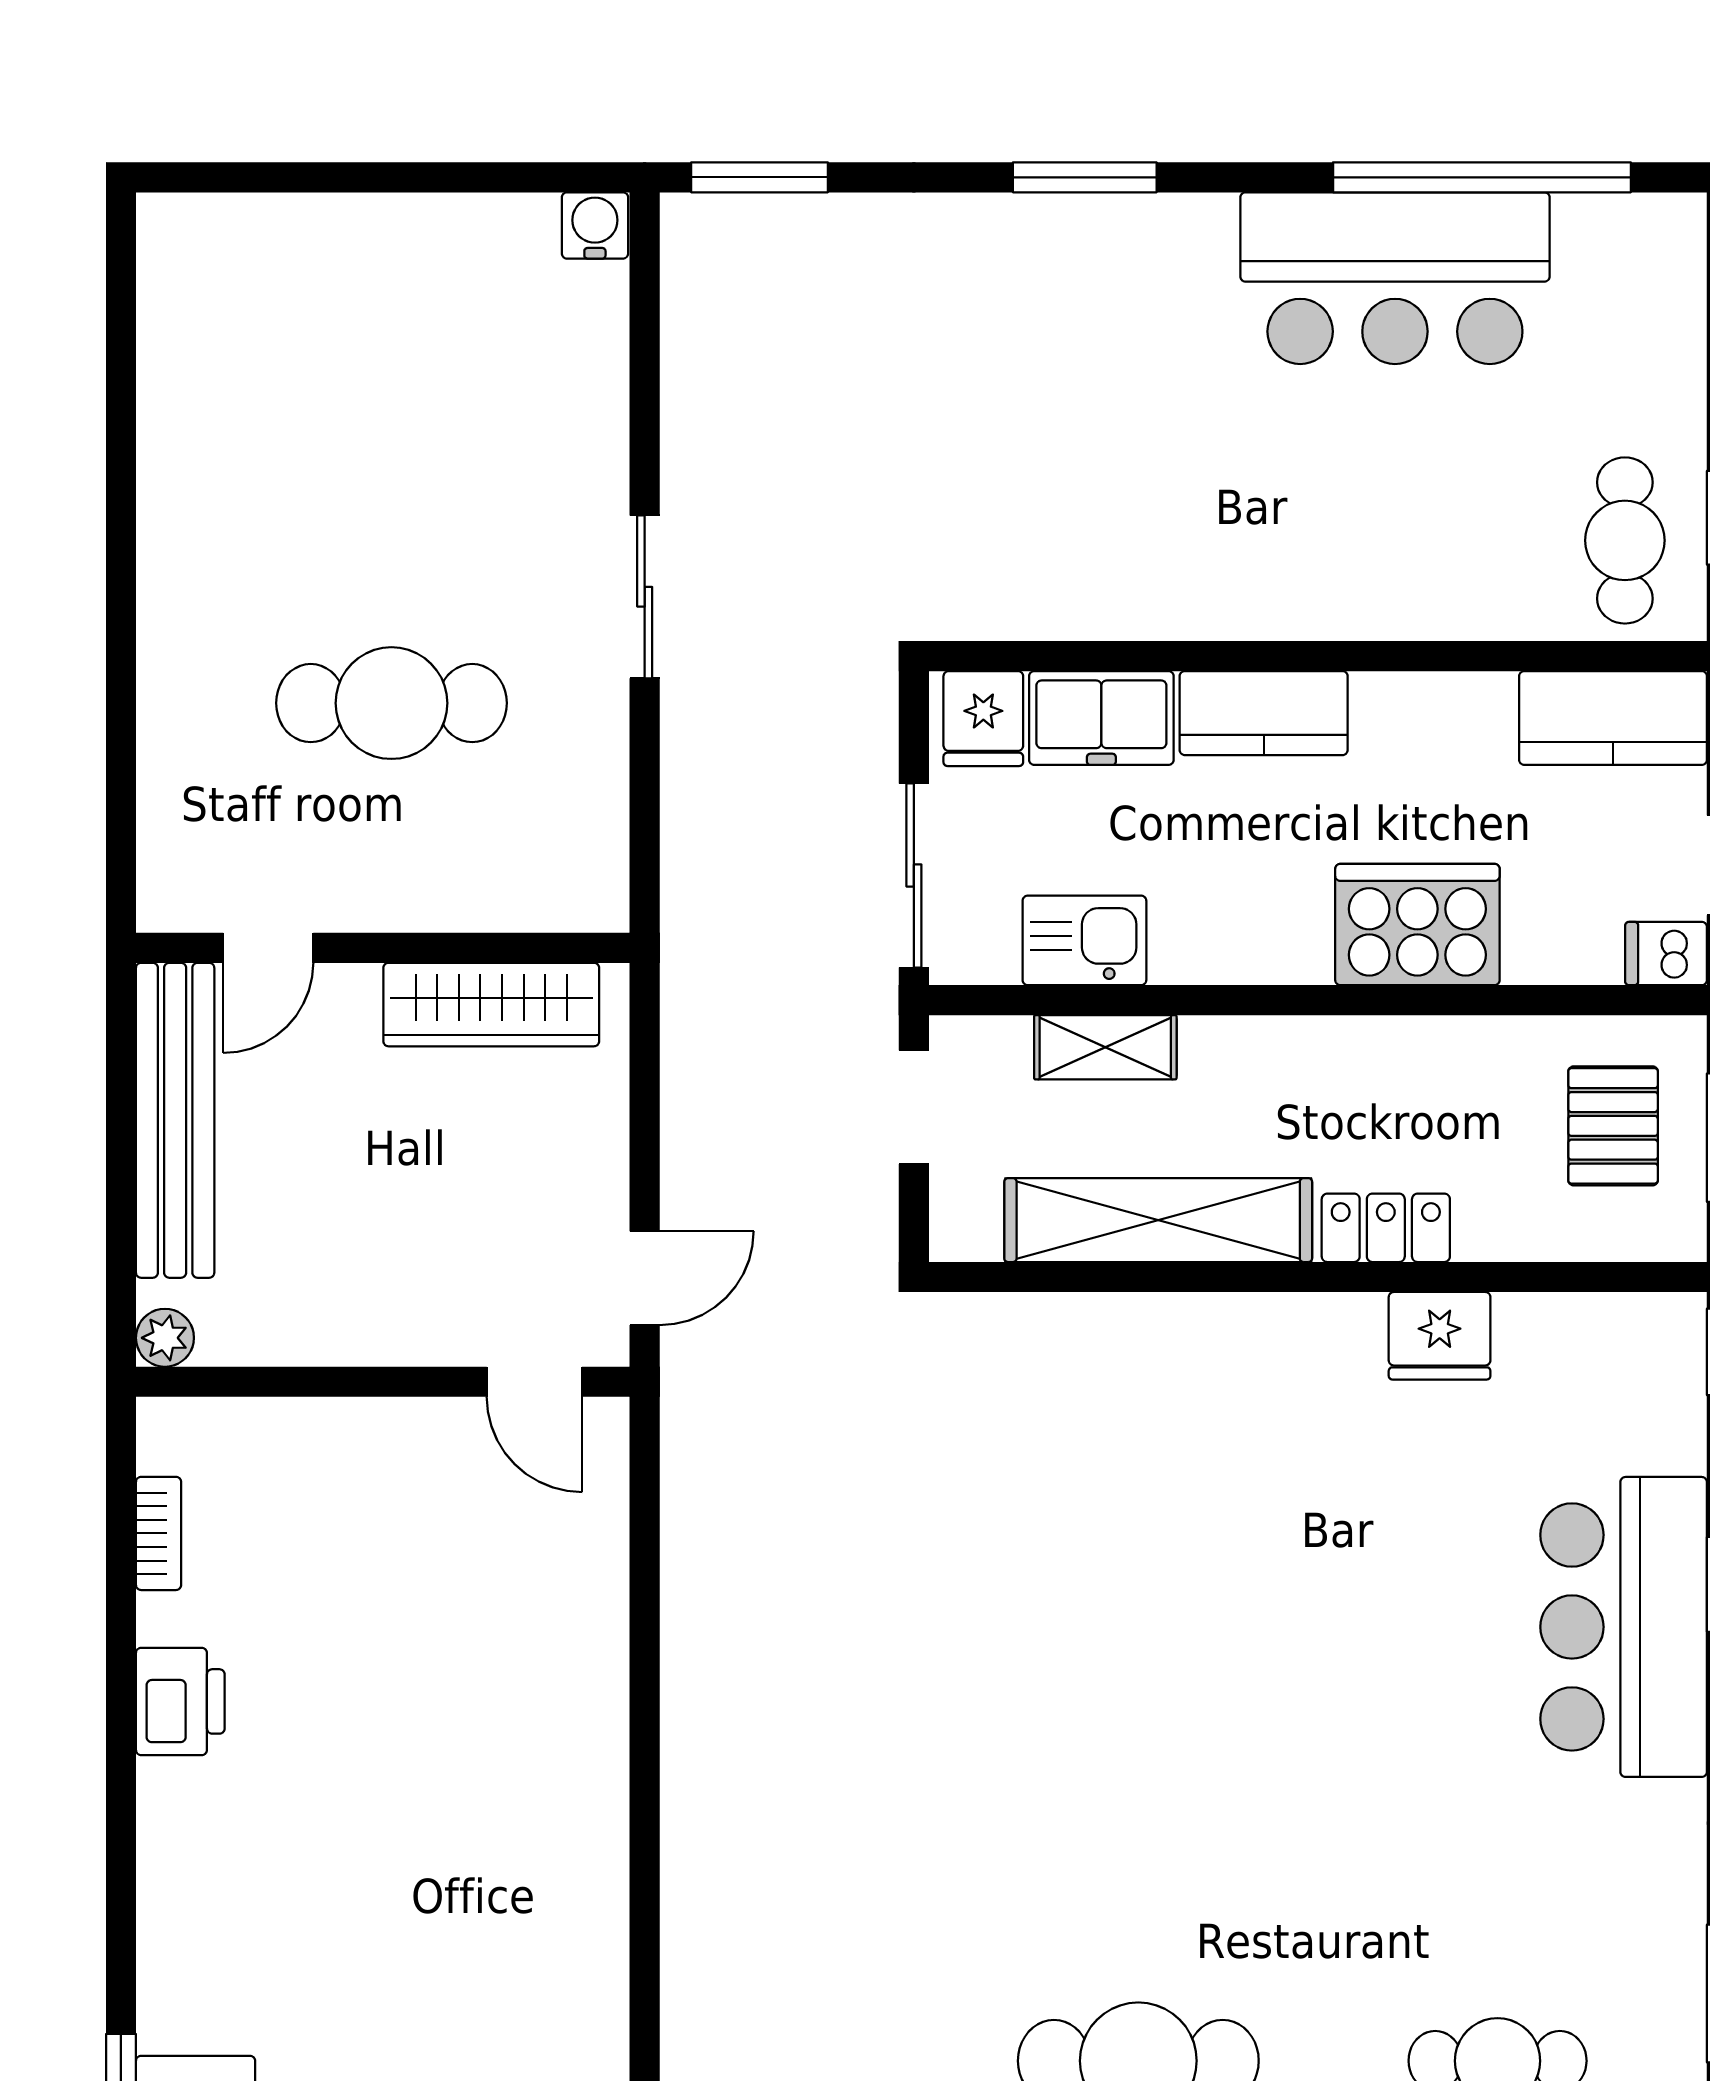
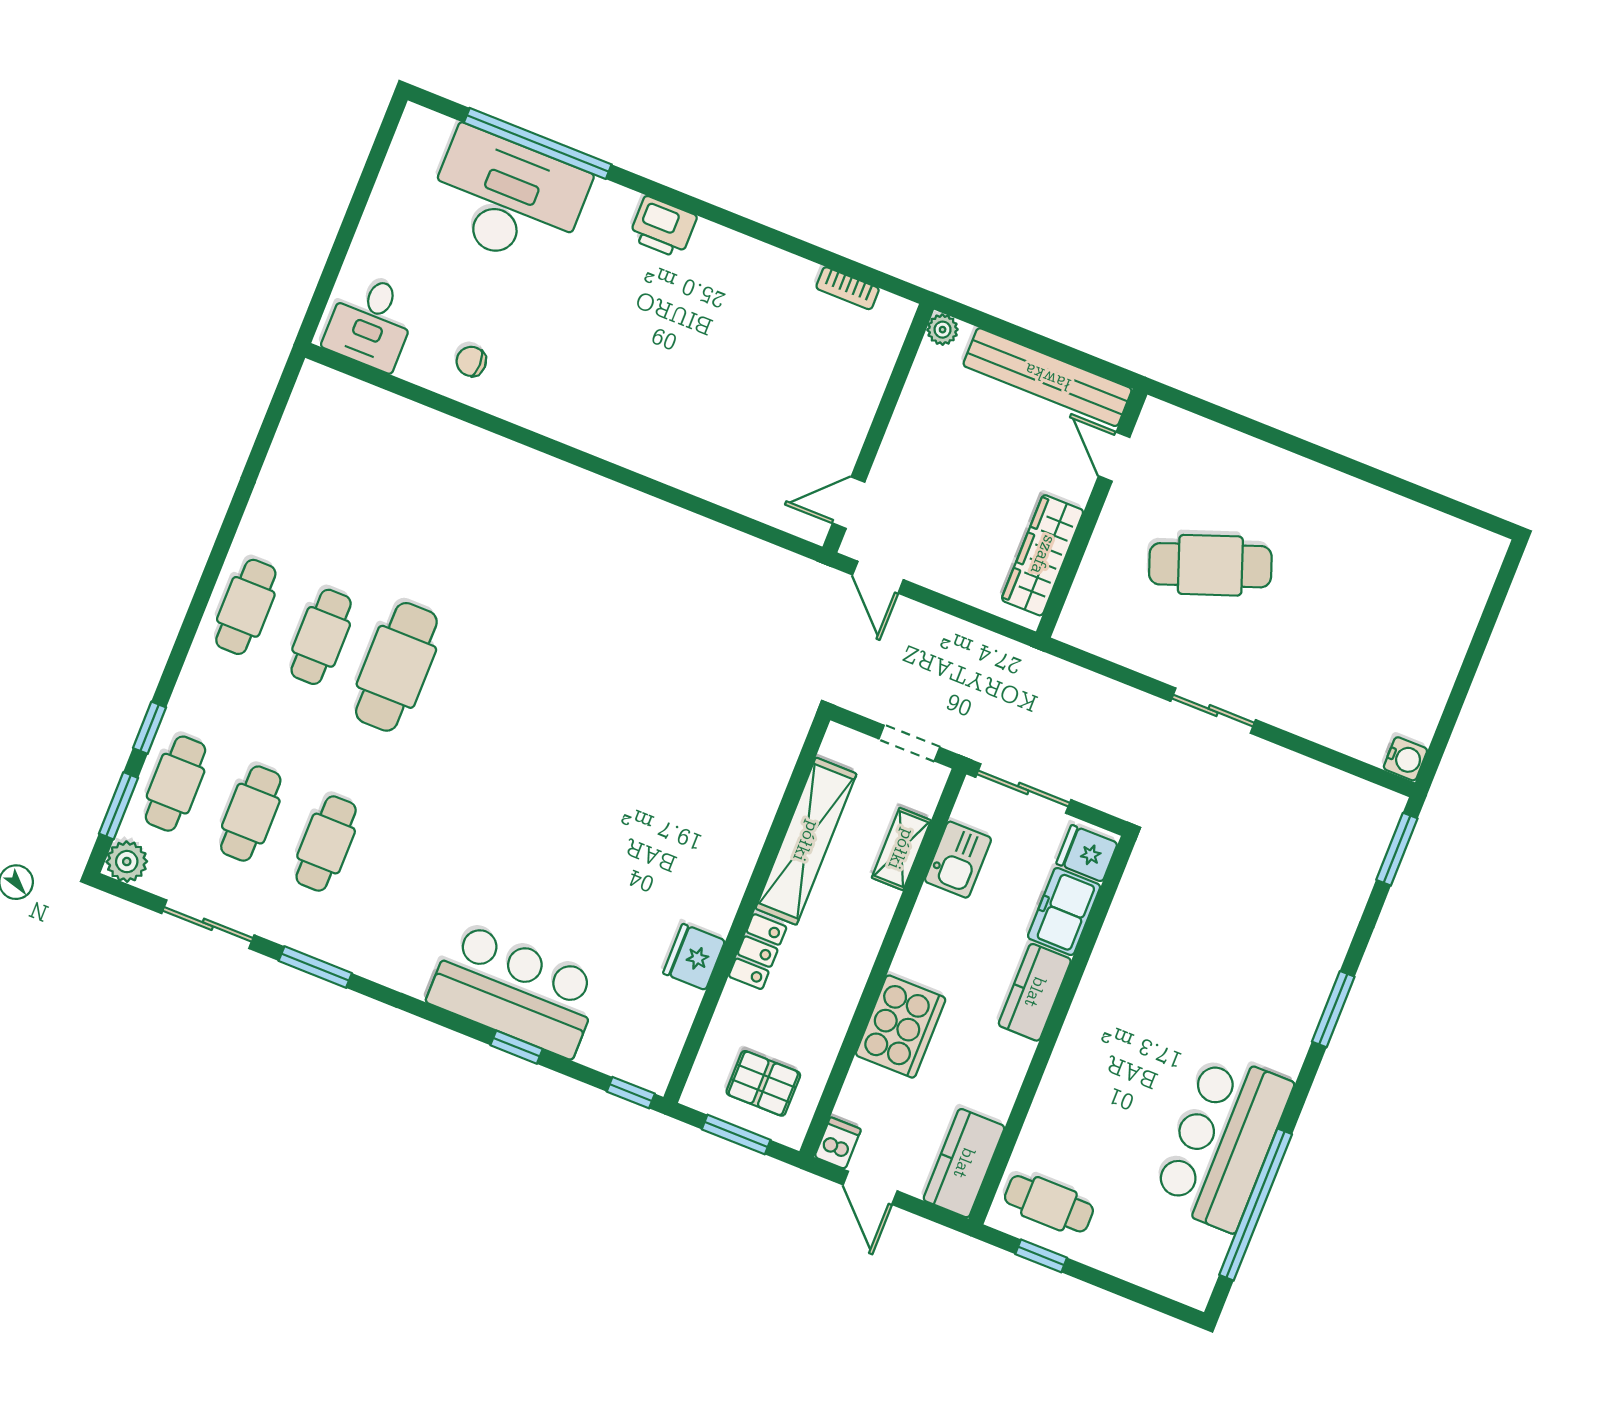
cafe table: (391, 703) -> (1210, 565), turned 70
printer: (180, 1701) -> (663, 227), moved

